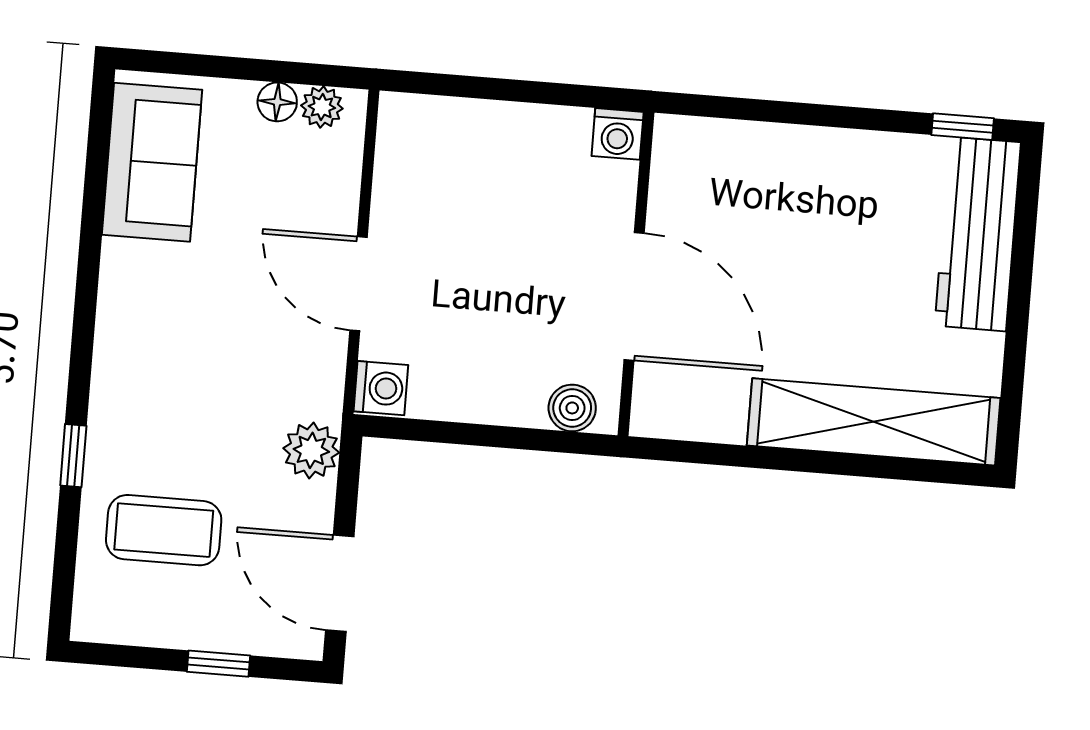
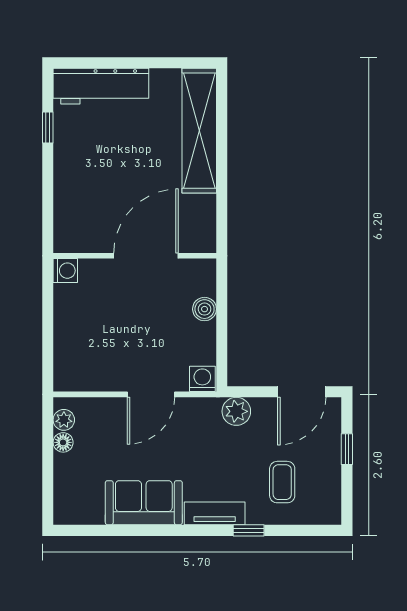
window: (963, 127) -> (48, 127), moved
sofa: (152, 162) -> (144, 503), moved
tv unit: (112, 391) -> (215, 513), added
boiler: (572, 408) -> (205, 309), moved
coffee table: (164, 530) -> (282, 482), width x0.73, depth x0.77

